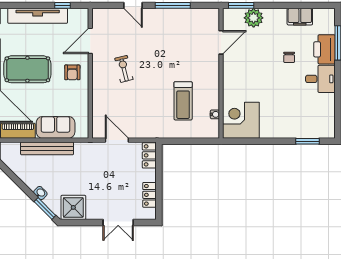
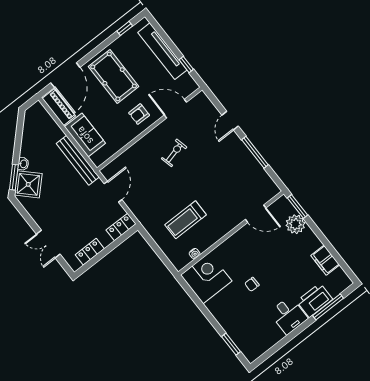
chair: (289, 57) -> (252, 284), moved
bench: (47, 148) -> (78, 160), moved
shower: (73, 207) -> (28, 184), moved, turned 45

